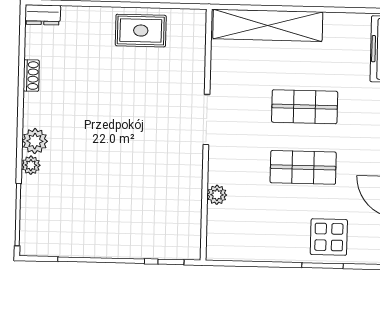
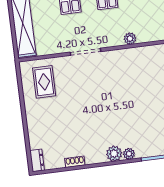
rug: (141, 31) -> (44, 82), moved

